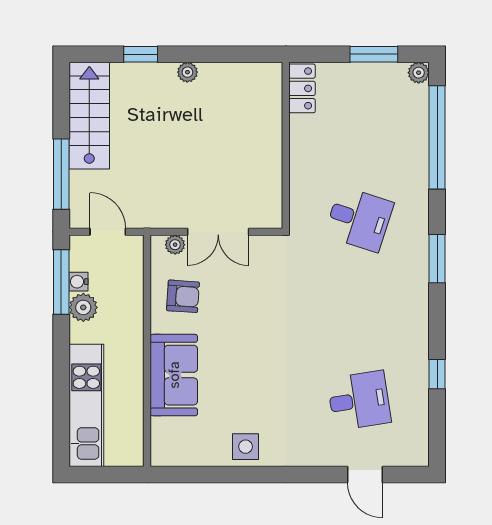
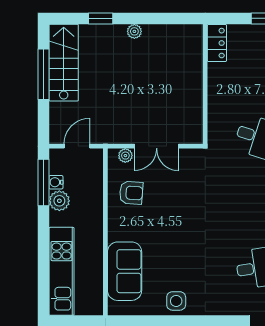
window: (61, 174) -> (43, 74), moved
door: (108, 232) -> (77, 146), hinge flipped
sofa: (174, 375) -> (125, 271), moved

